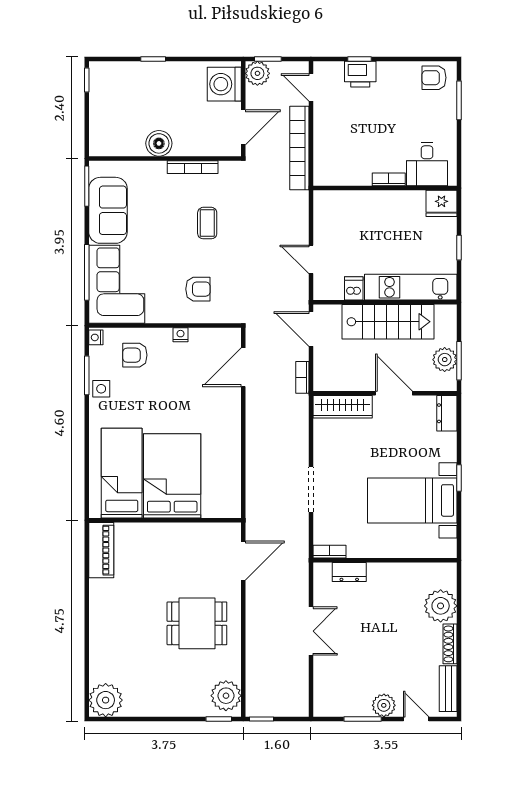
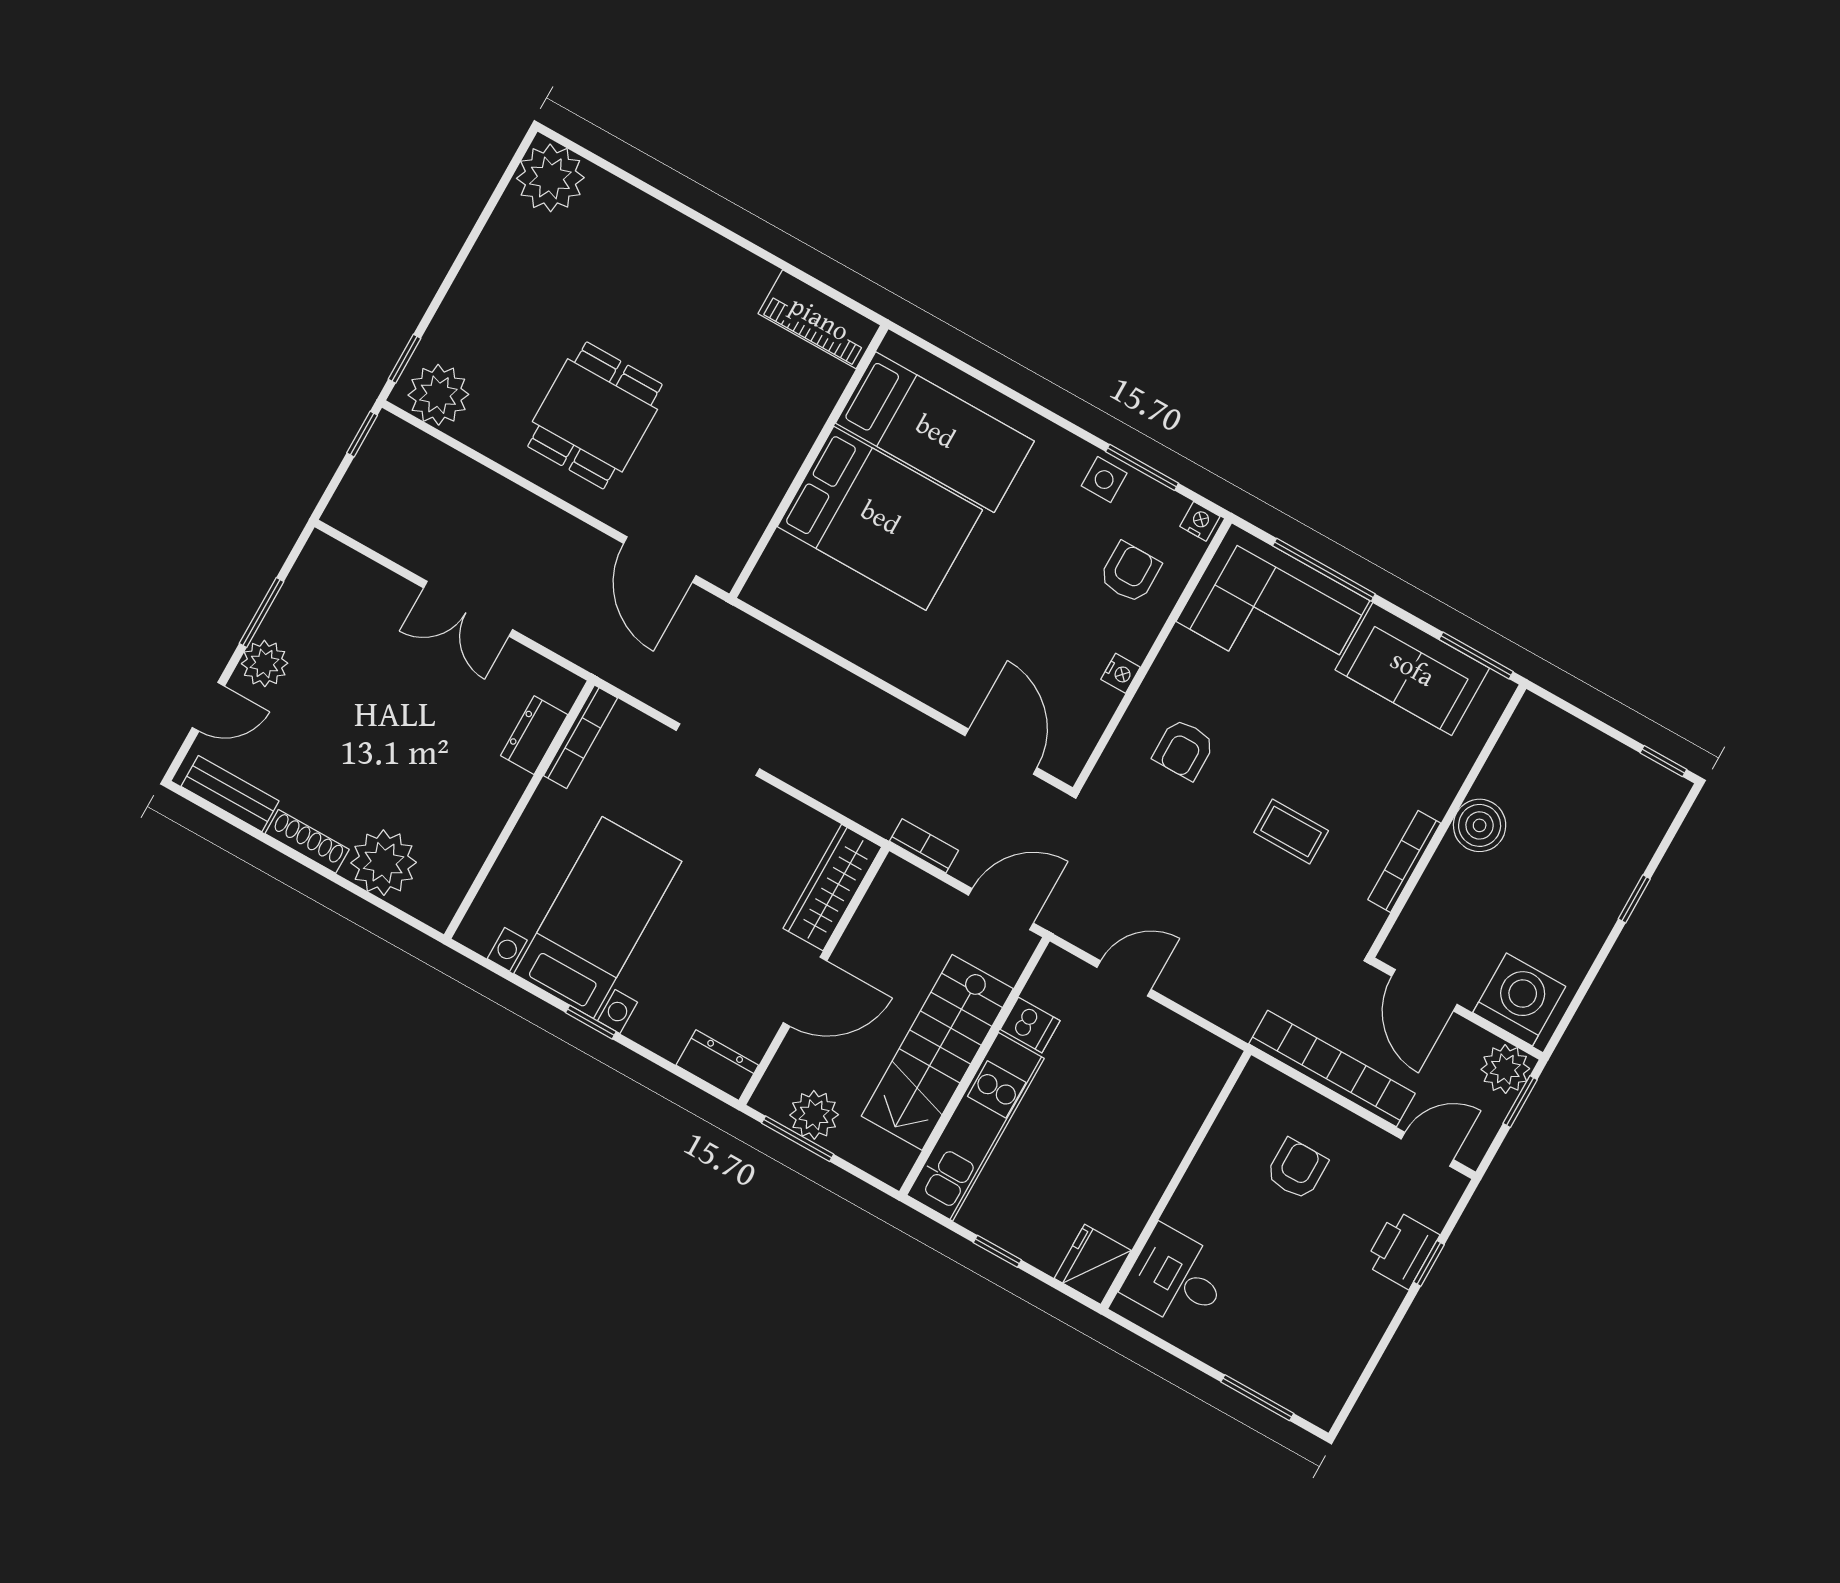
armchair: (434, 78) -> (1297, 1169), moved
bookcase: (389, 179) -> (1188, 1195), removed
bookcase: (329, 552) -> (580, 737), width x1.56

